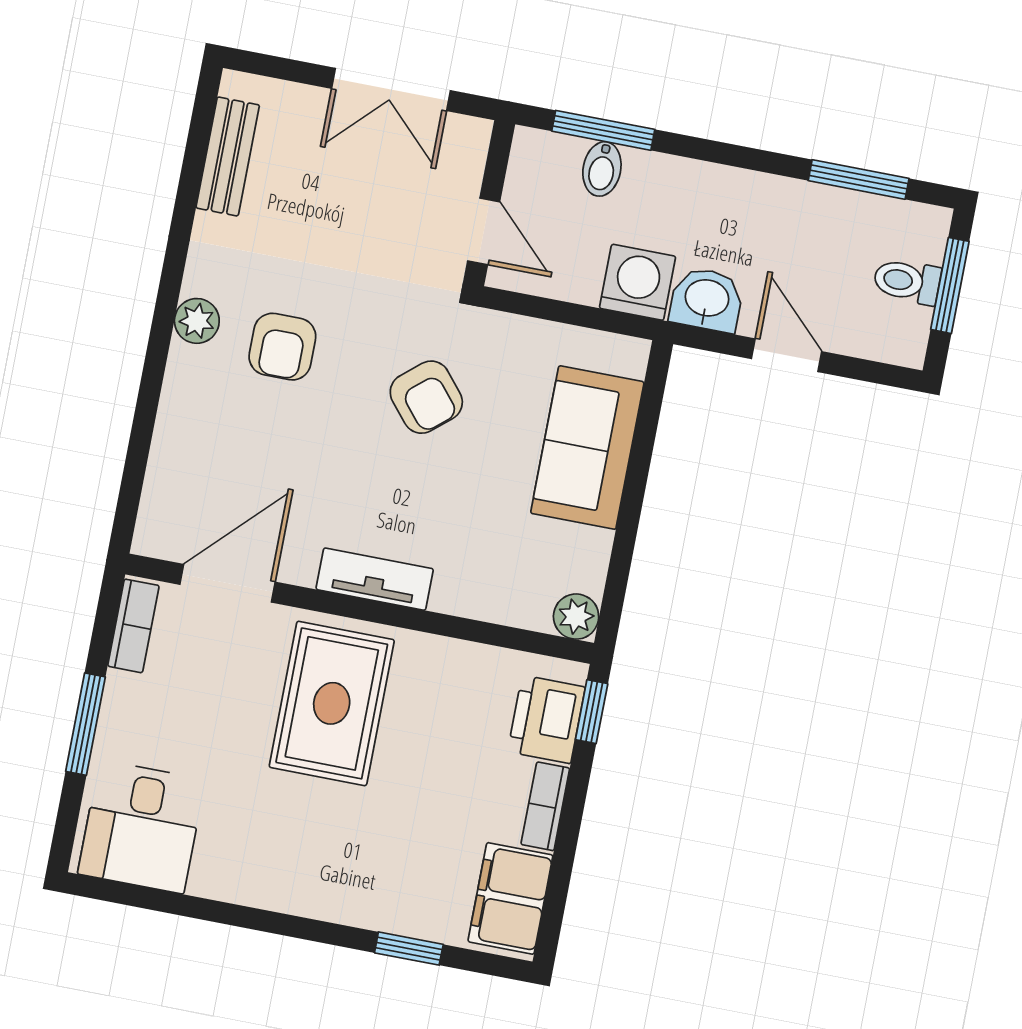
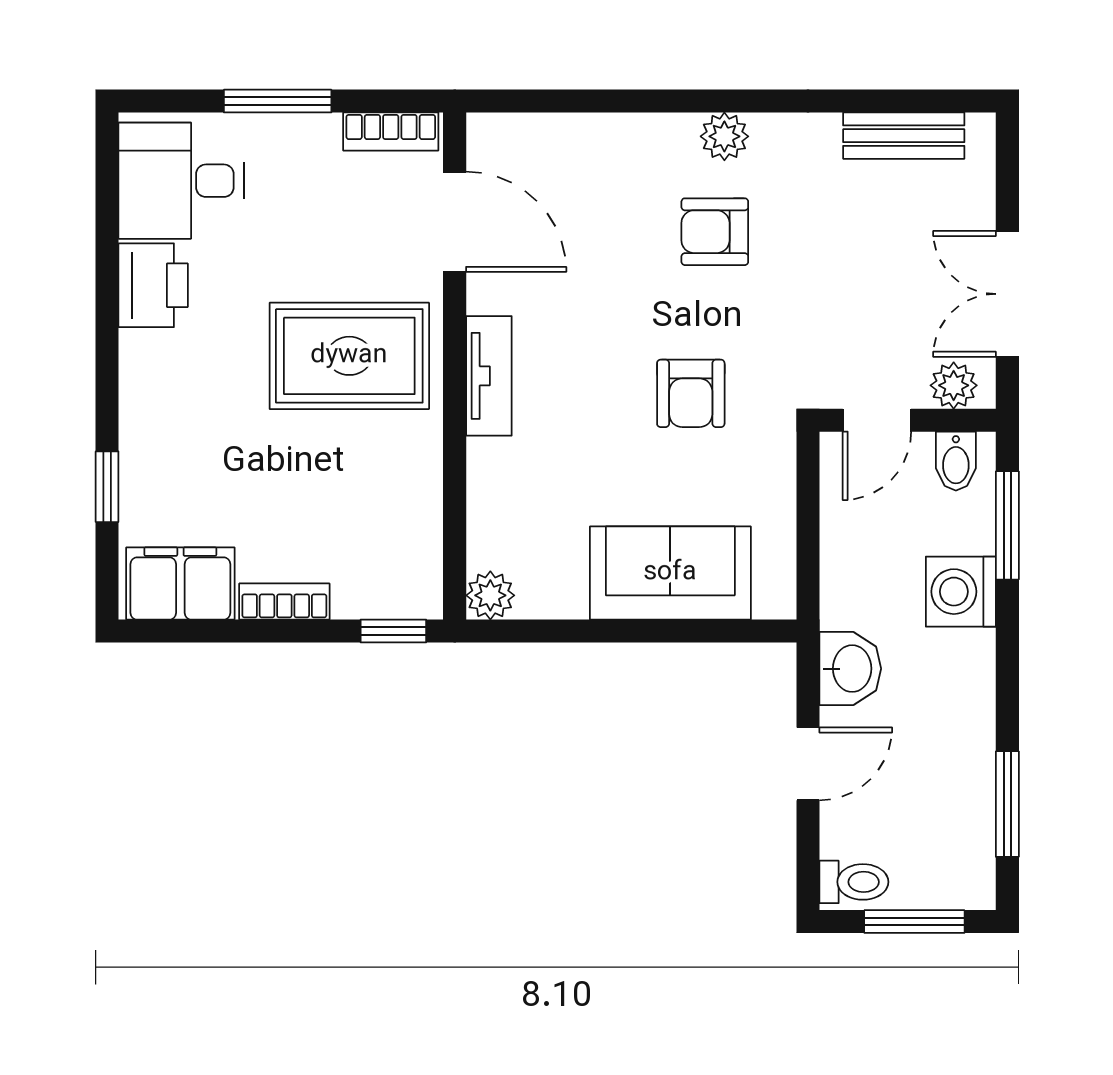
plant: (465, 155) -> (954, 385), added
bidet: (602, 169) -> (956, 461), moved, turned -90
toilet: (907, 281) -> (854, 882), moved, turned 90
washing machine: (638, 282) -> (961, 592), moved, turned 180
armchair: (426, 397) -> (691, 393), turned -50
printer: (546, 719) -> (153, 285), moved, turned 90

